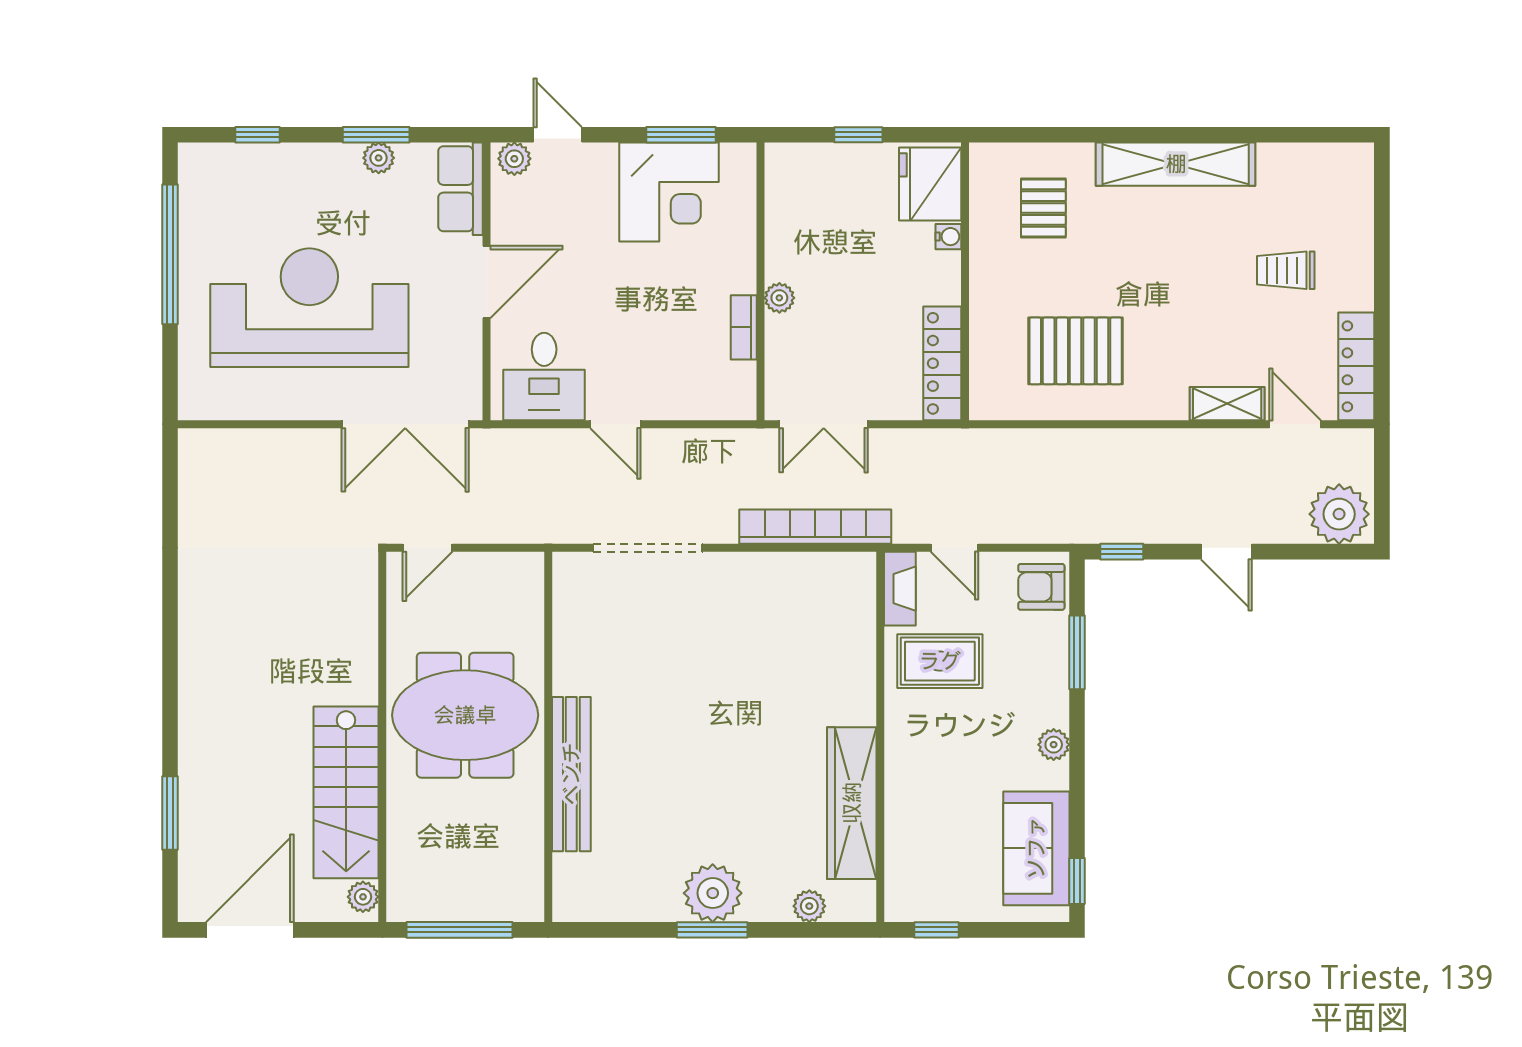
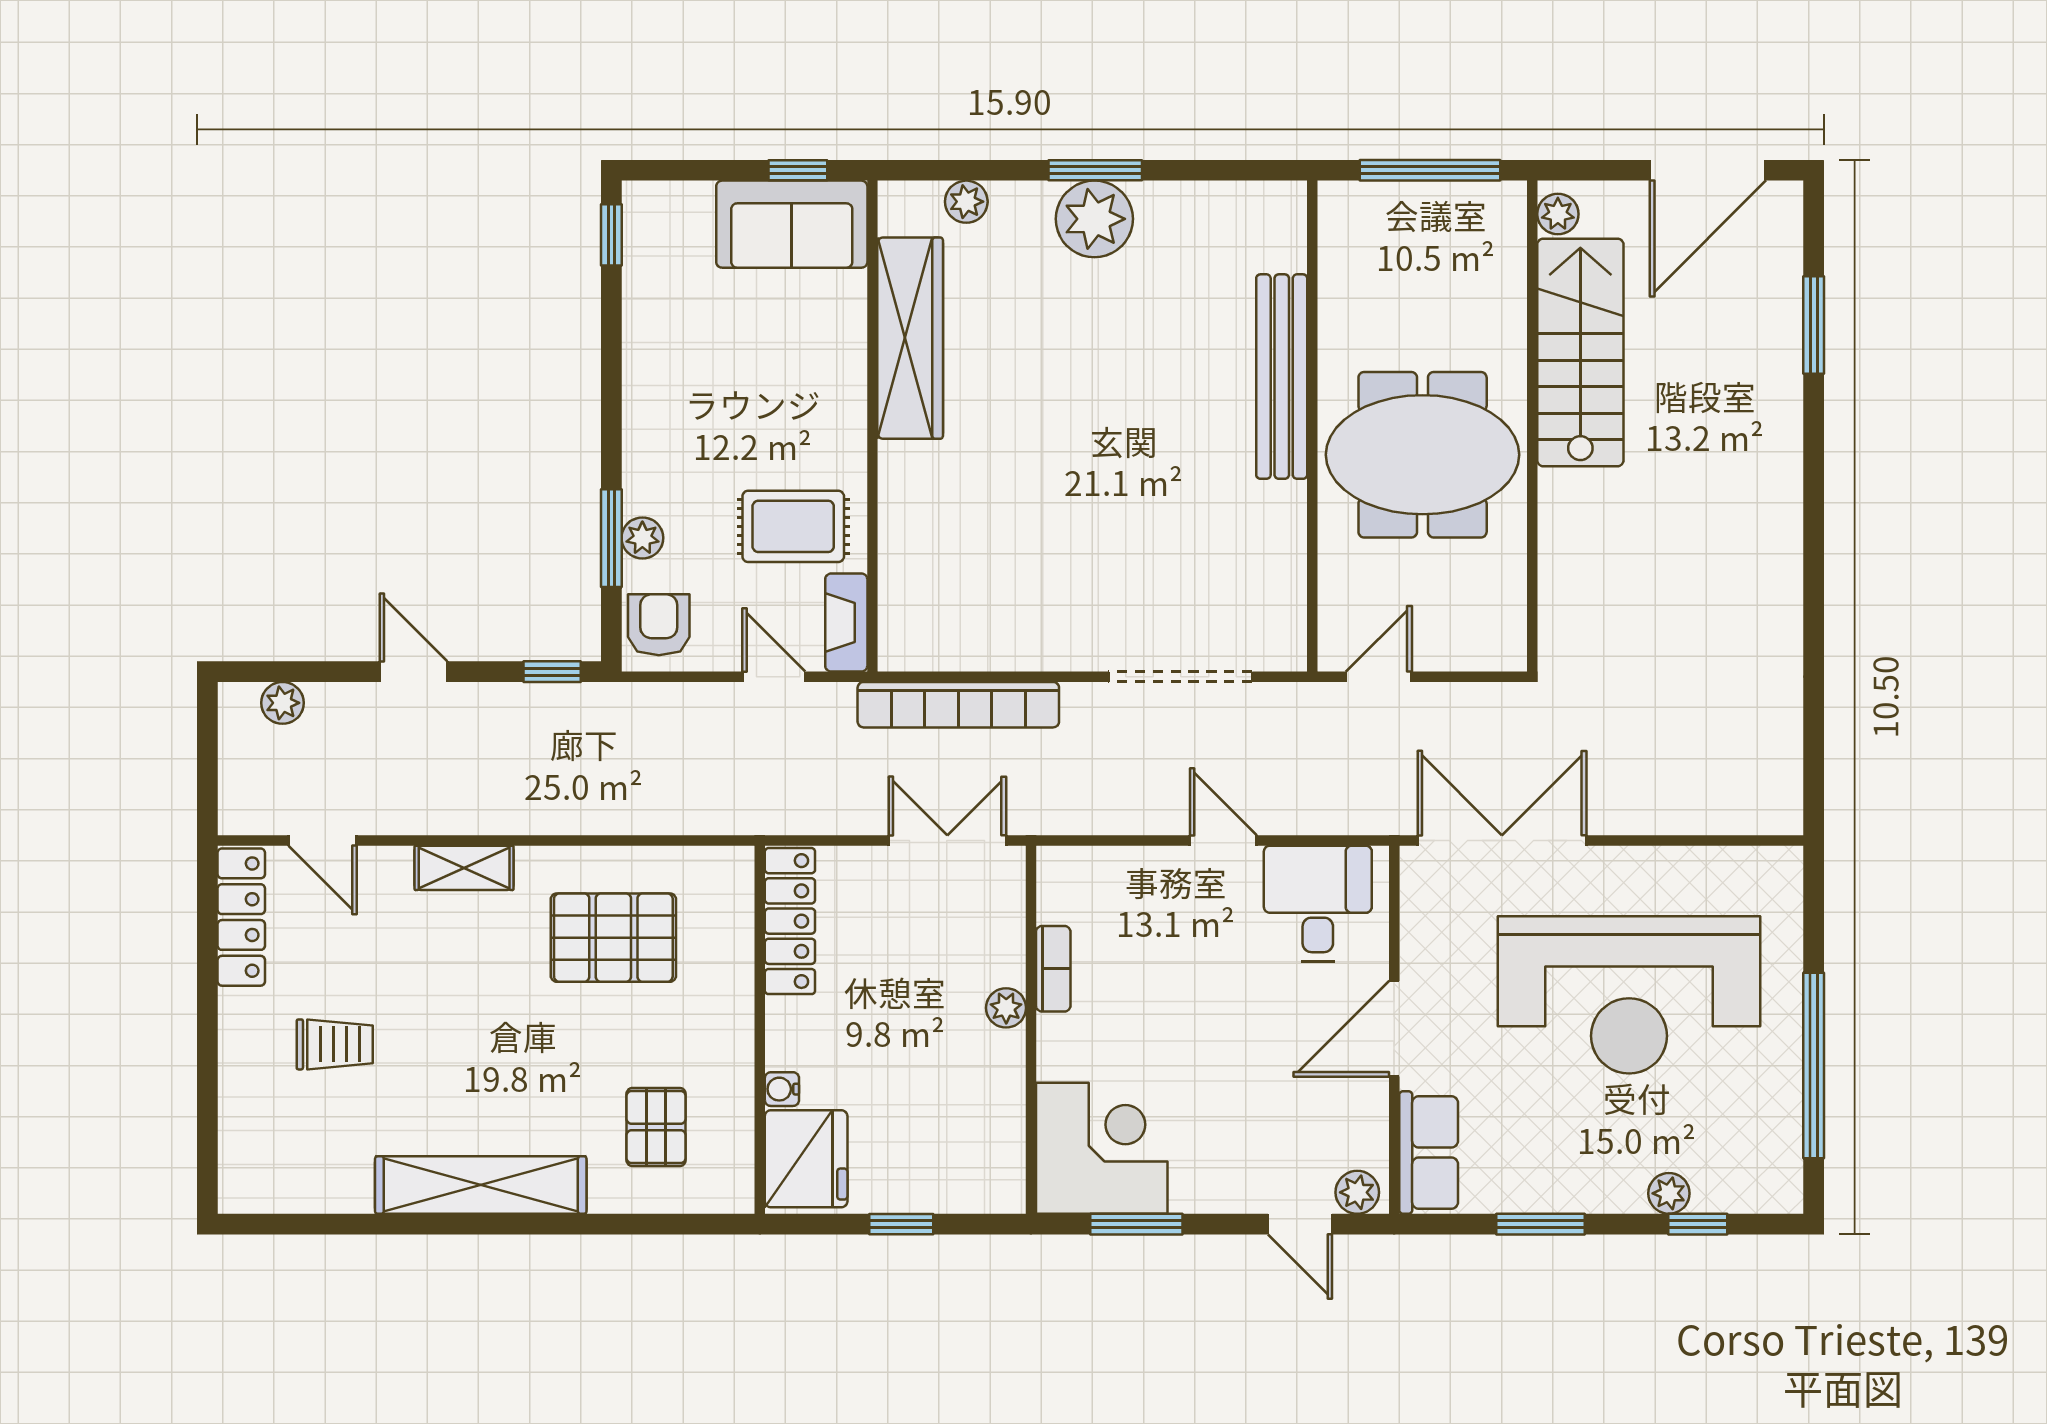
plant: (379, 158) -> (1669, 1193), moved
corner desk: (669, 192) -> (1102, 1148), moved, turned 90
shelving: (1227, 404) -> (464, 868), moved
plant: (1339, 514) -> (283, 703), width x0.53, depth x0.53
door: (428, 548) -> (1379, 677), moved
armchair: (1041, 587) -> (659, 625), turned -90
plant: (1054, 745) -> (642, 538), moved
sofa: (1036, 848) -> (792, 224), moved, turned 90

